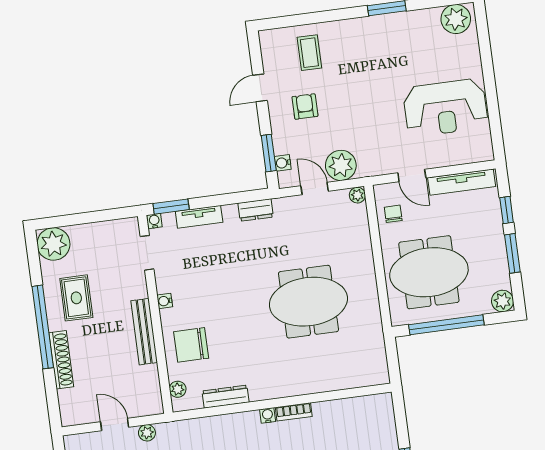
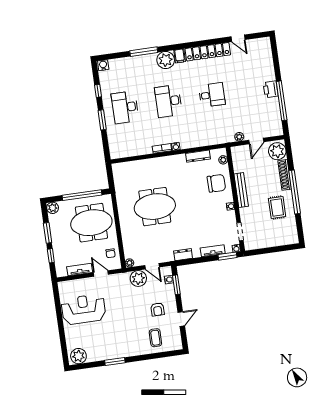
tv unit: (462, 182) -> (80, 270), width x0.71
plant: (53, 244) -> (277, 151), moved
door: (115, 424) -> (256, 141), hinge flipped

